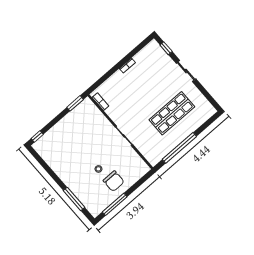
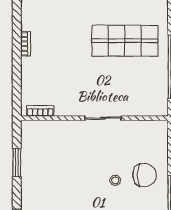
window: (75, 103) -> (17, 163), moved
shop shelf: (172, 113) -> (125, 41), turned 90

